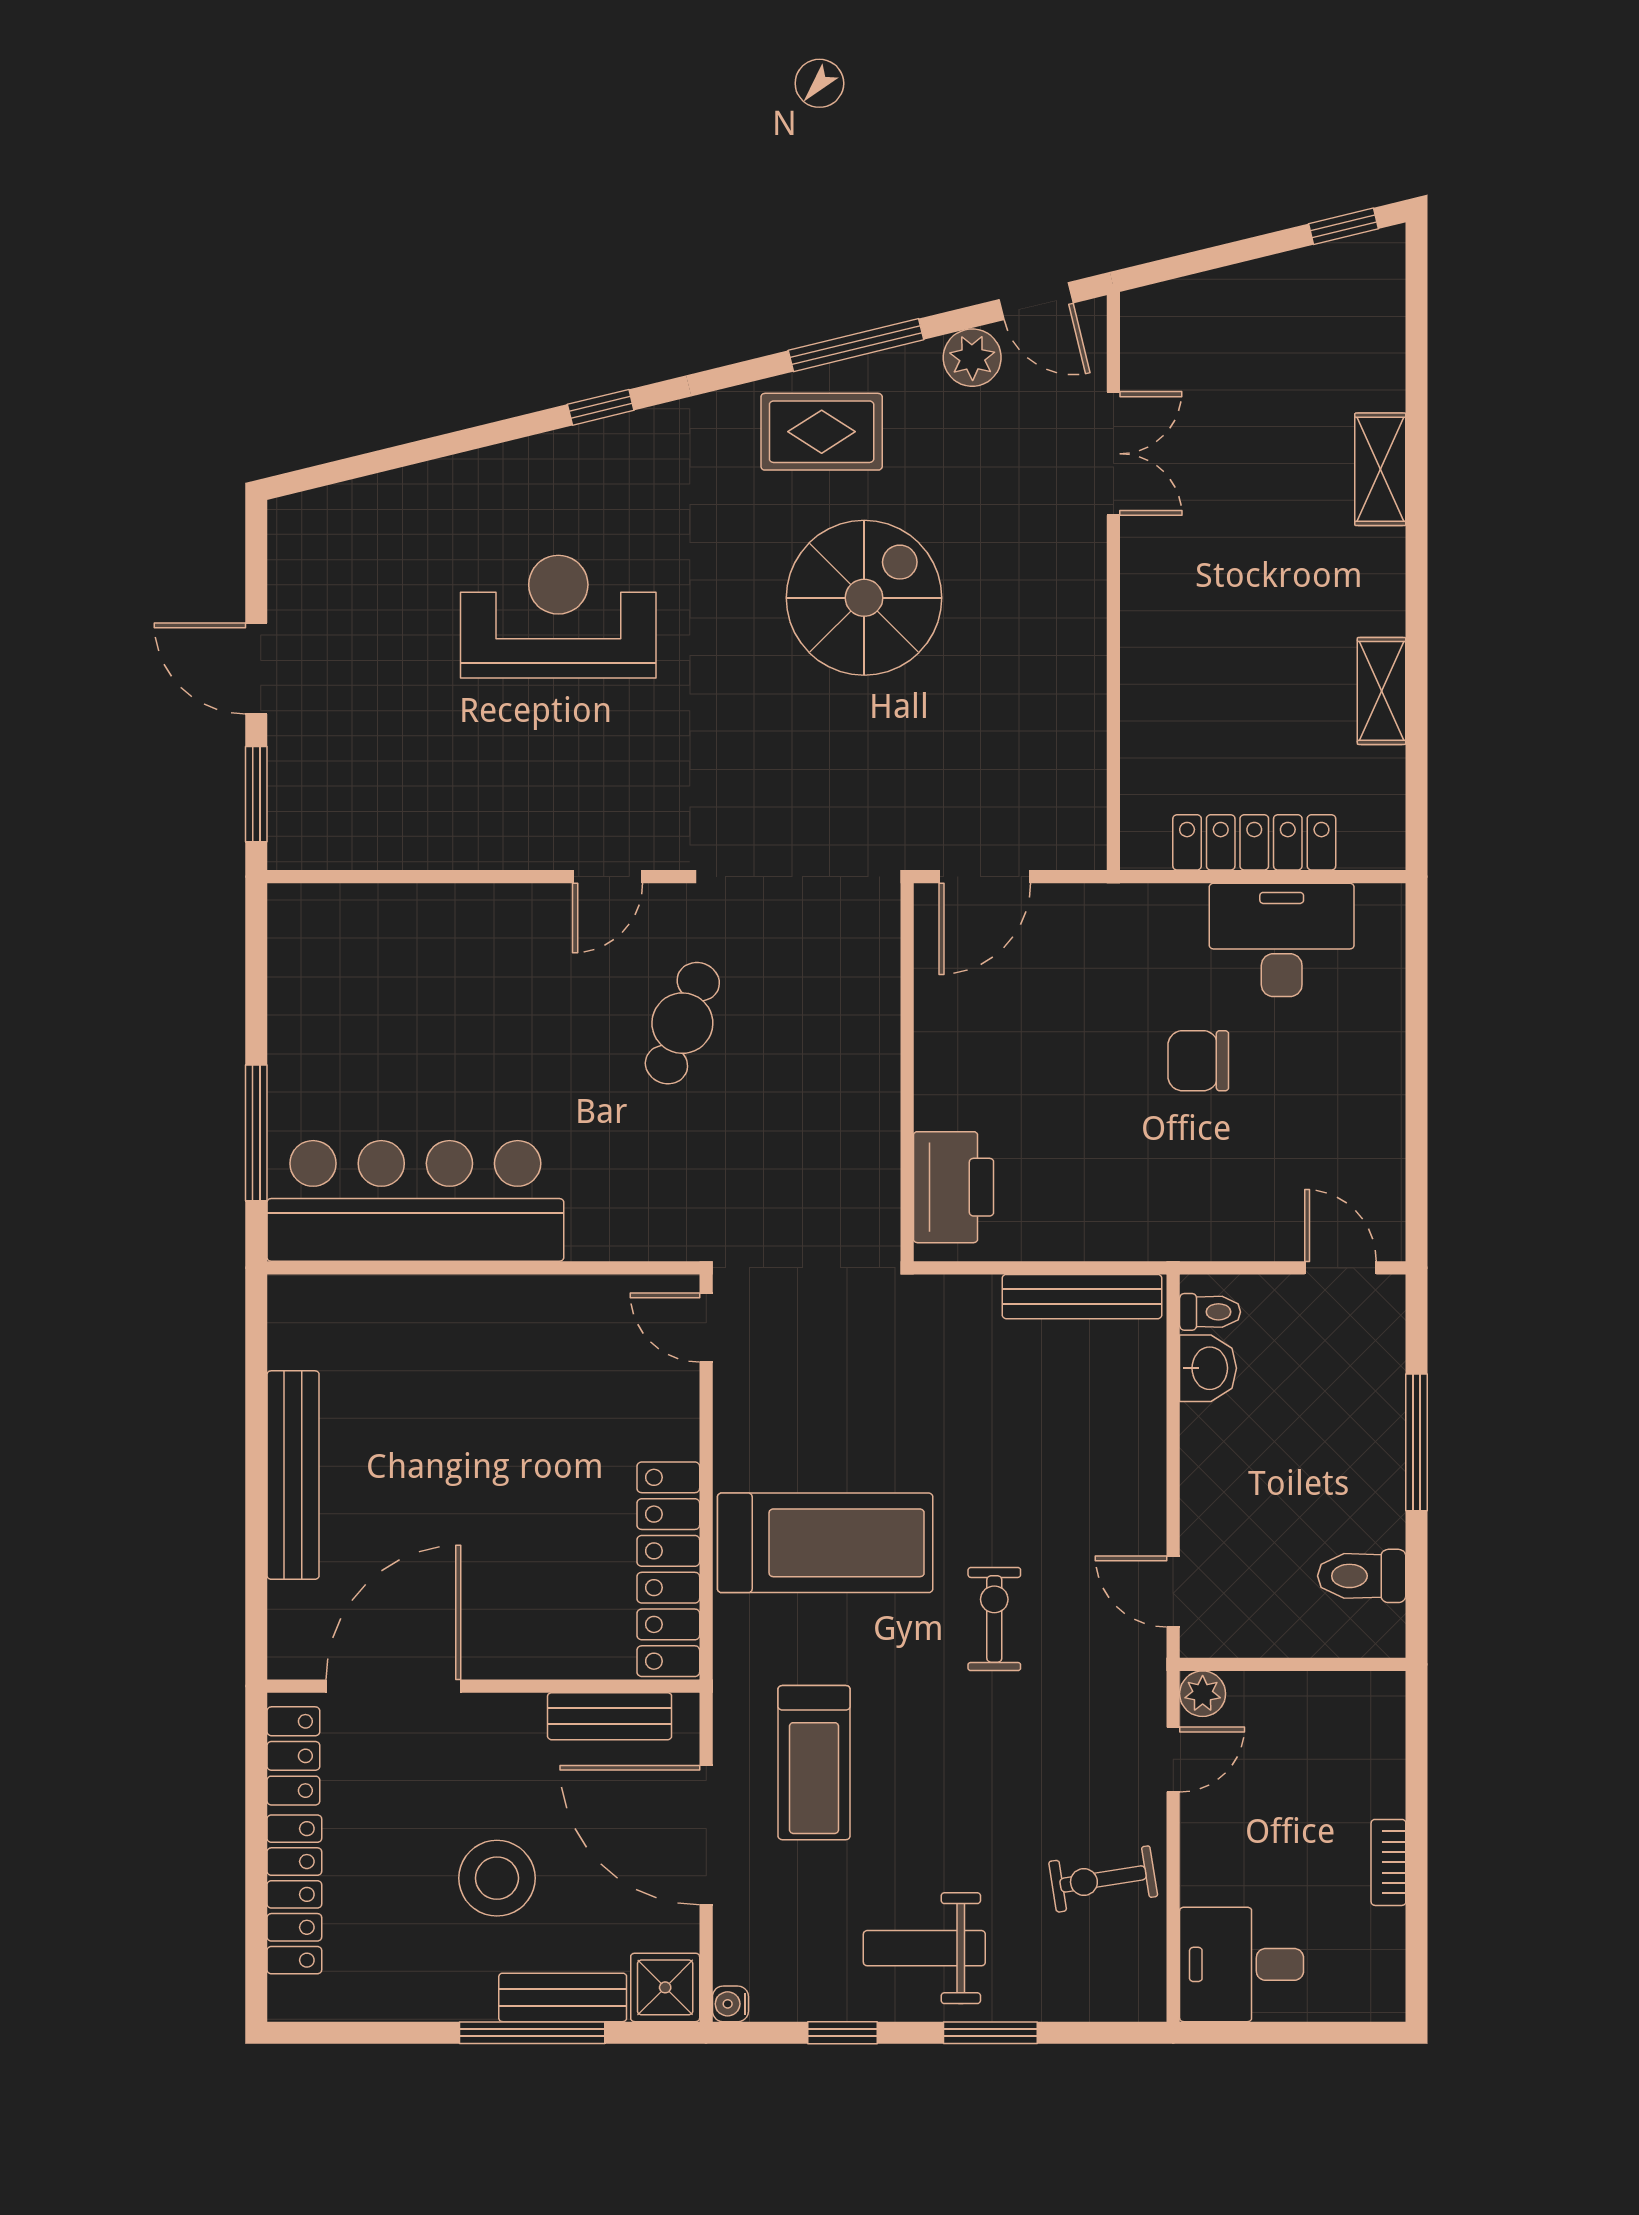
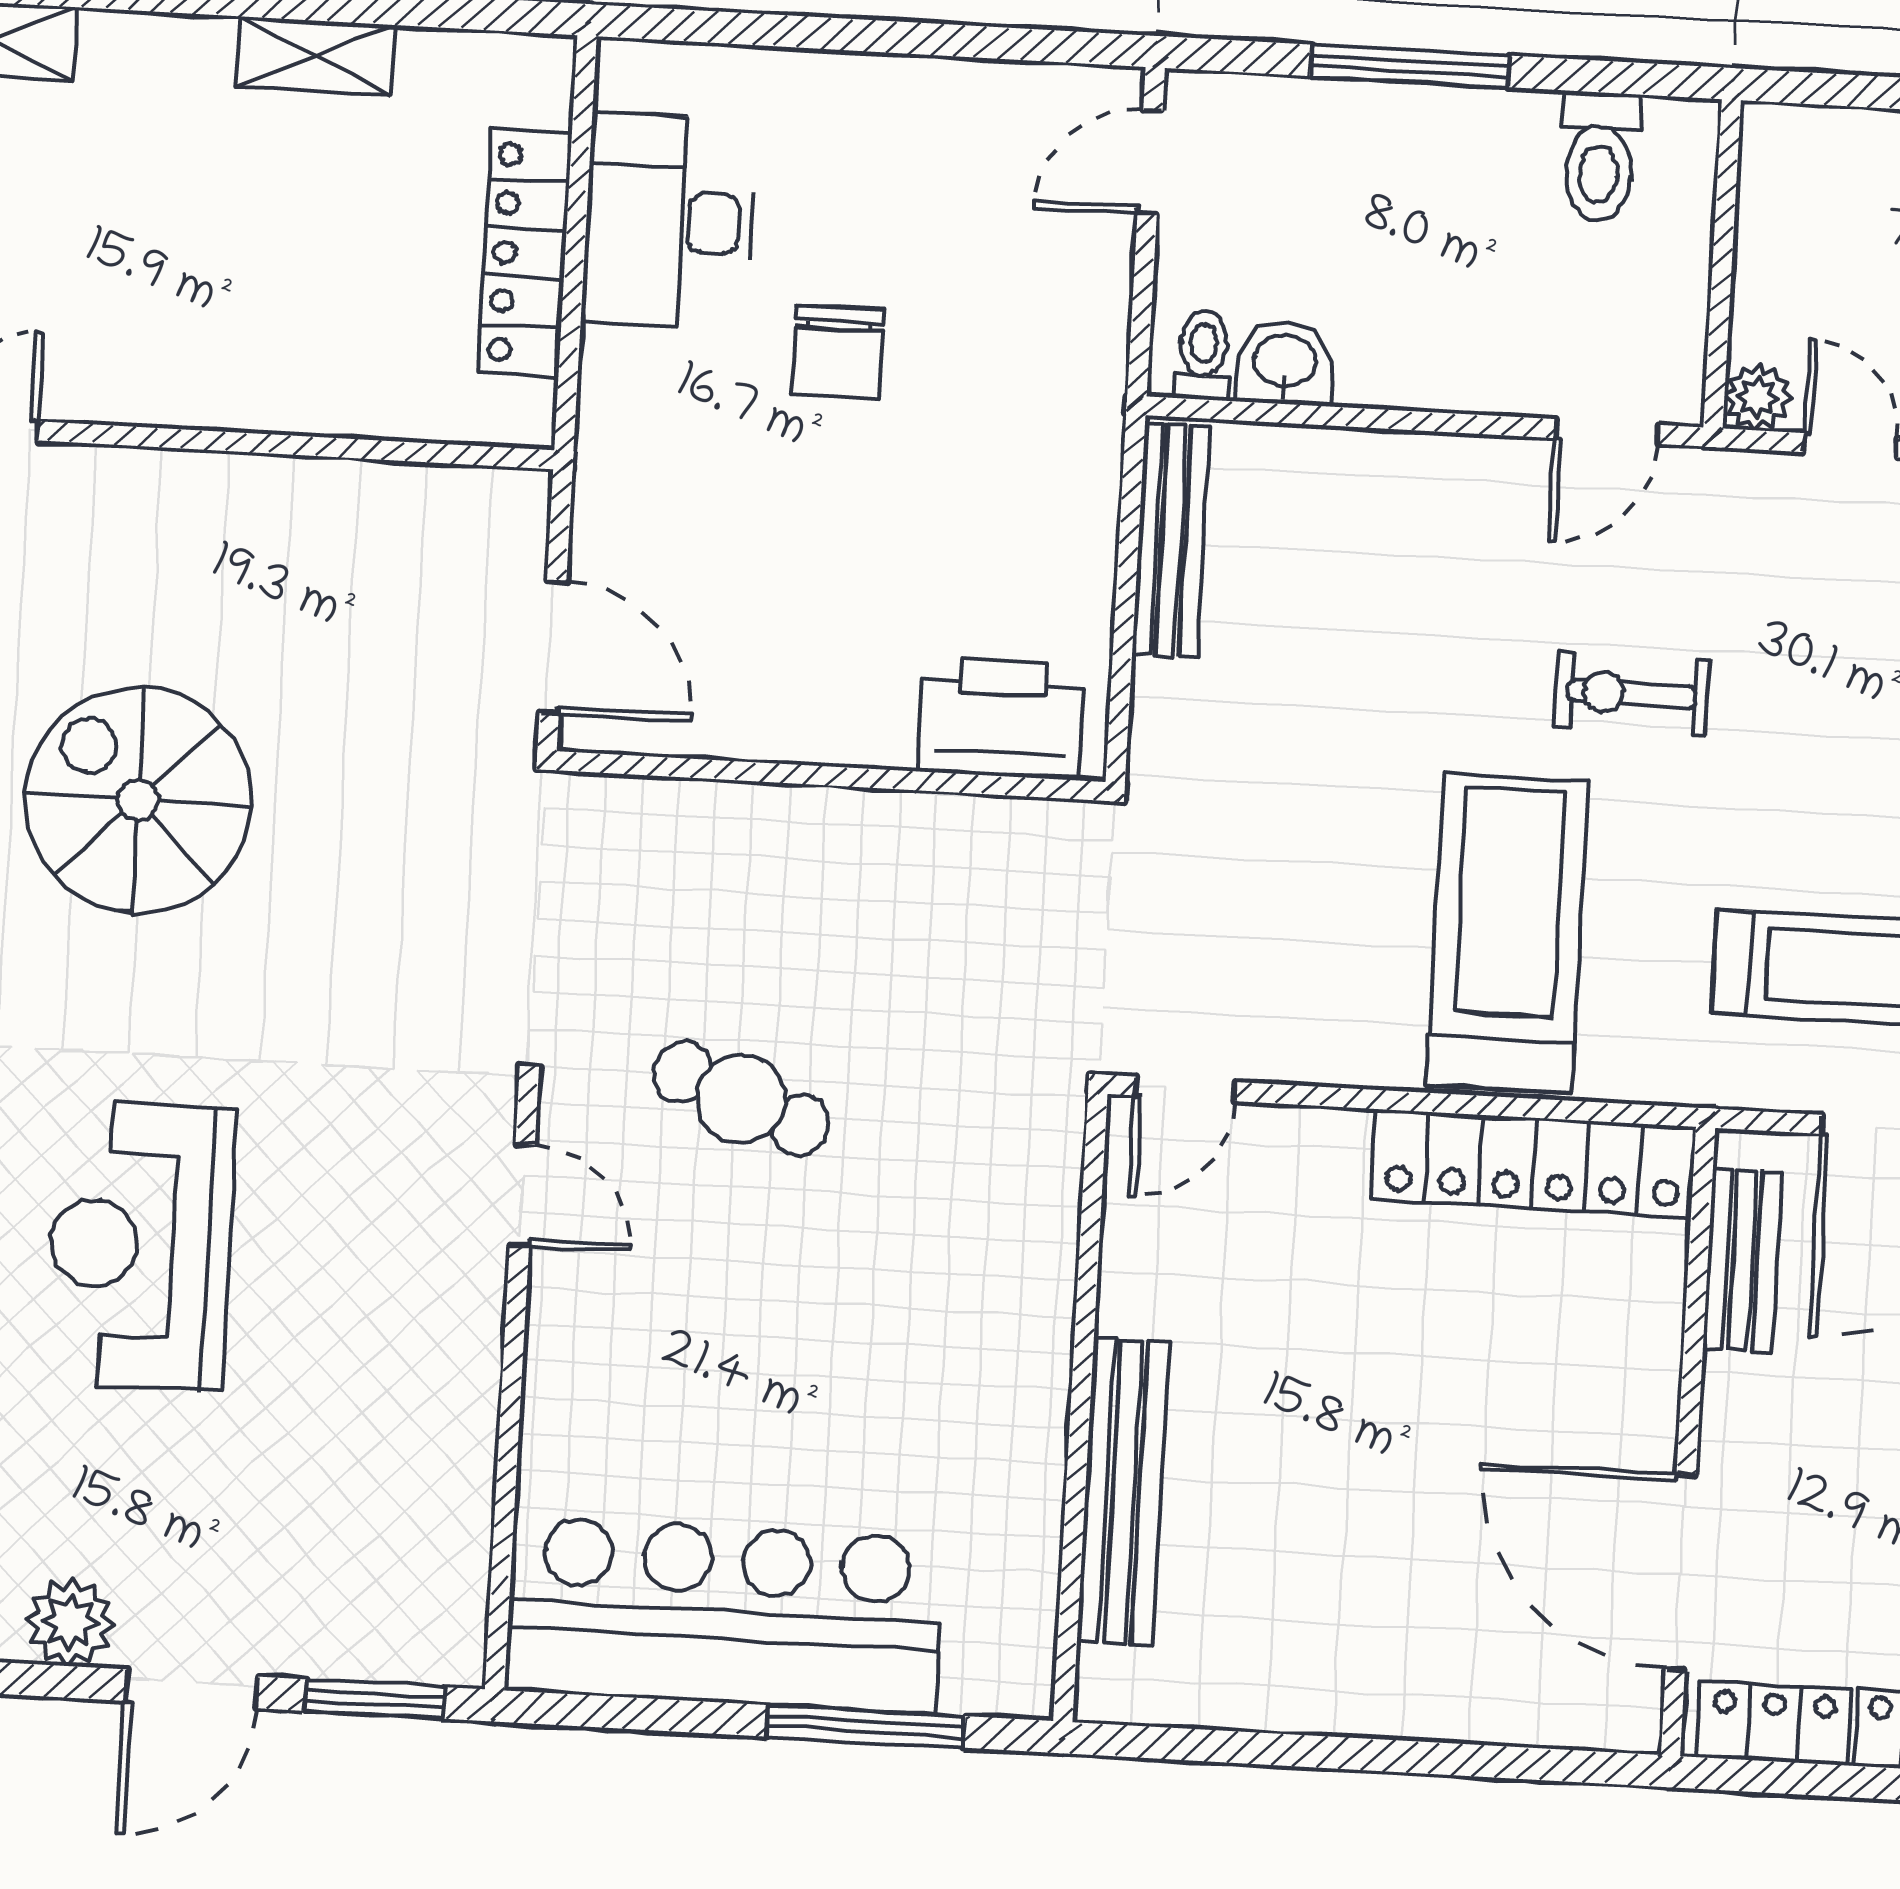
plant: (297, 583) -> (70, 1622), added
bar counter: (415, 1201) -> (724, 1615), moved, turned 90
bench: (293, 1475) -> (1123, 1492), moved, turned 90

